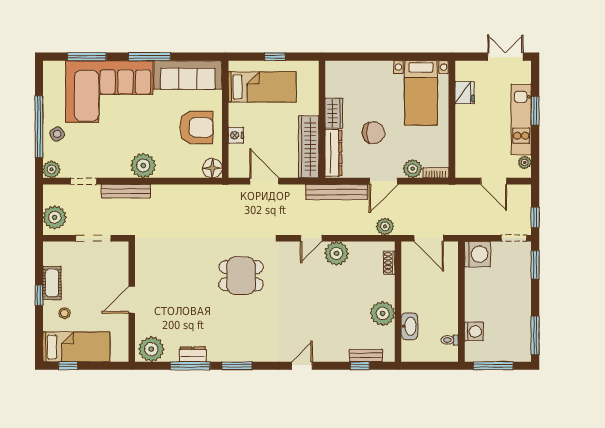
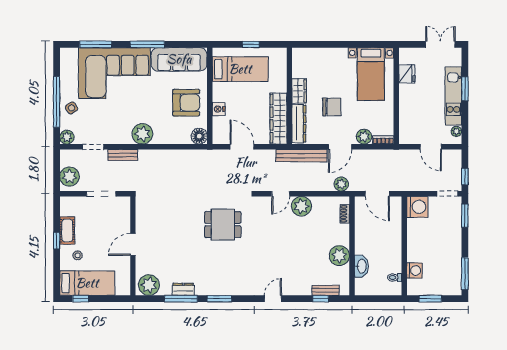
bench: (126, 191) -> (123, 155), width x0.73
window: (493, 366) -> (430, 299), width x0.69

